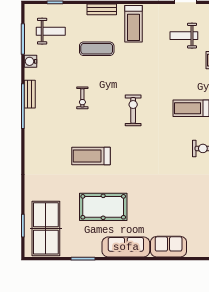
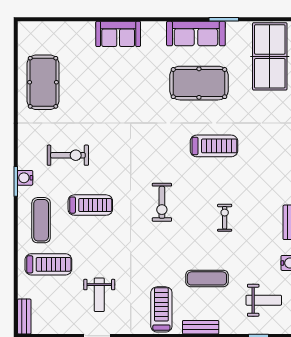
weight bench: (51, 31) -> (264, 300), turned 180
weight bench: (184, 36) -> (99, 295), turned 90
sofa: (126, 247) -> (196, 34), moved

